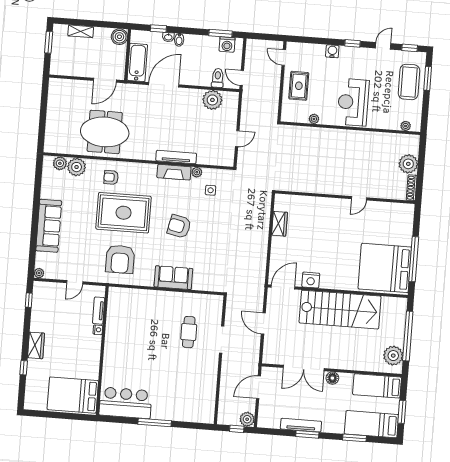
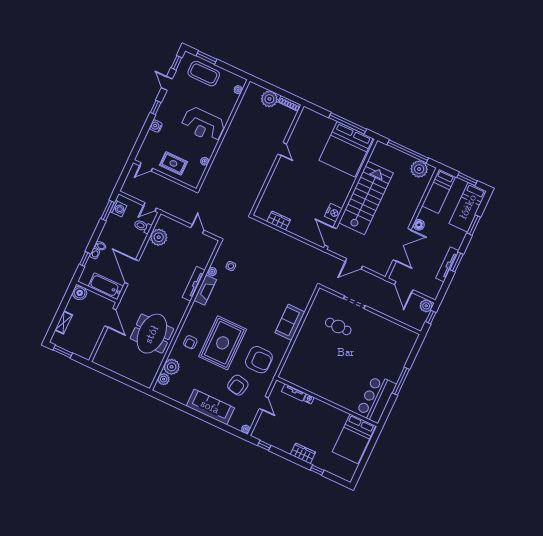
armchair: (179, 226) -> (238, 385), moved

